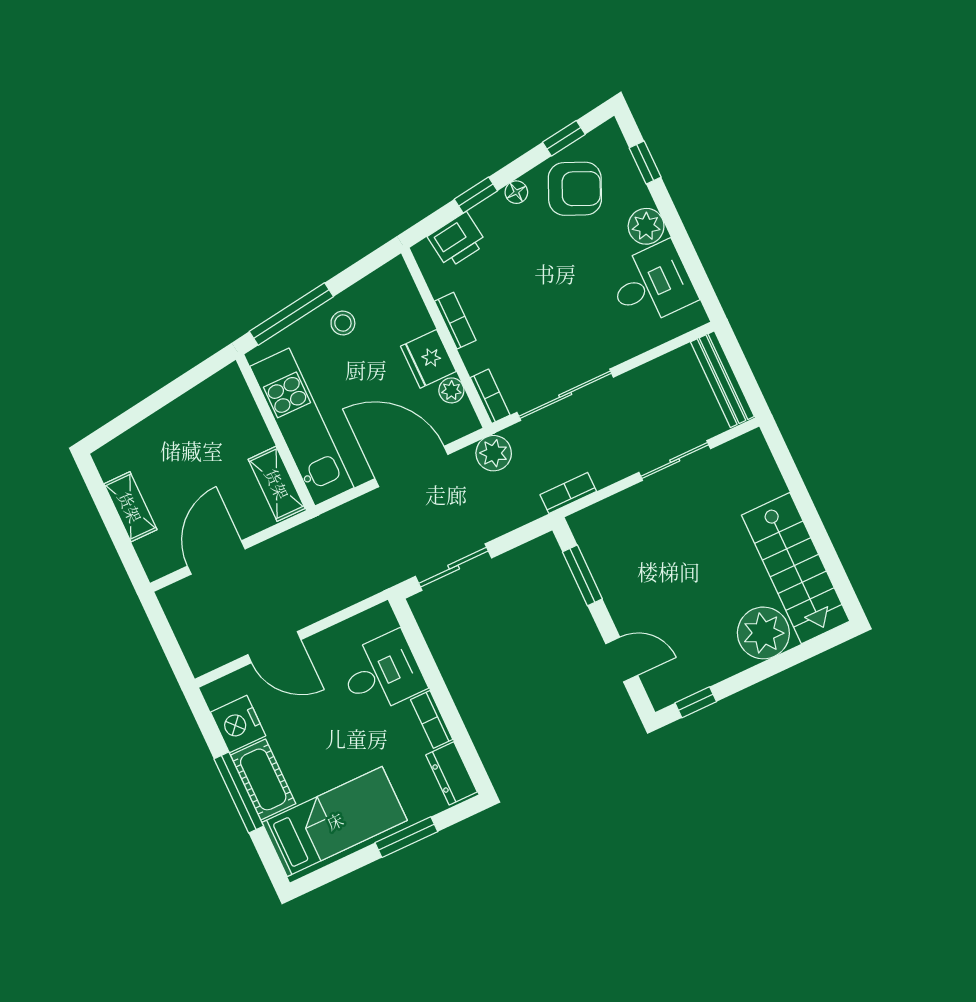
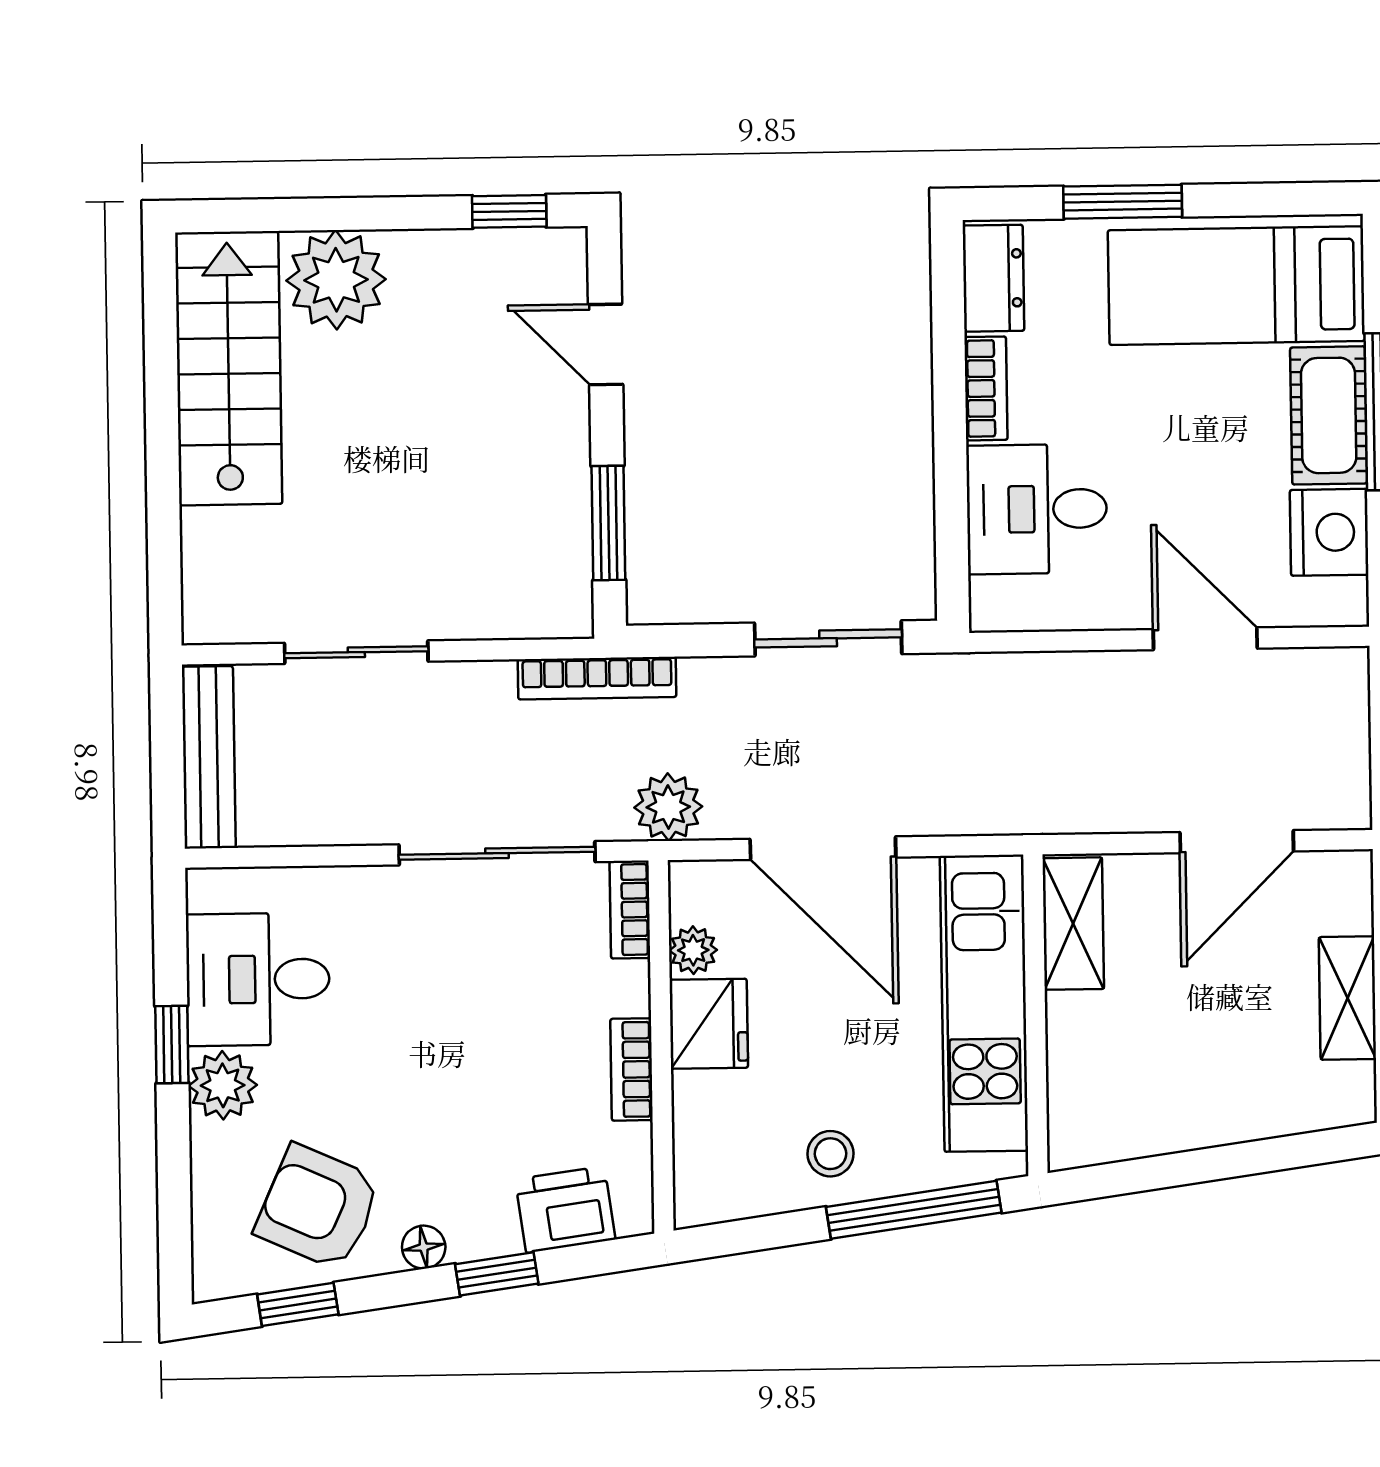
window: (645, 162) -> (172, 1045), moved
bookcase: (568, 493) -> (597, 678), width x1.56

